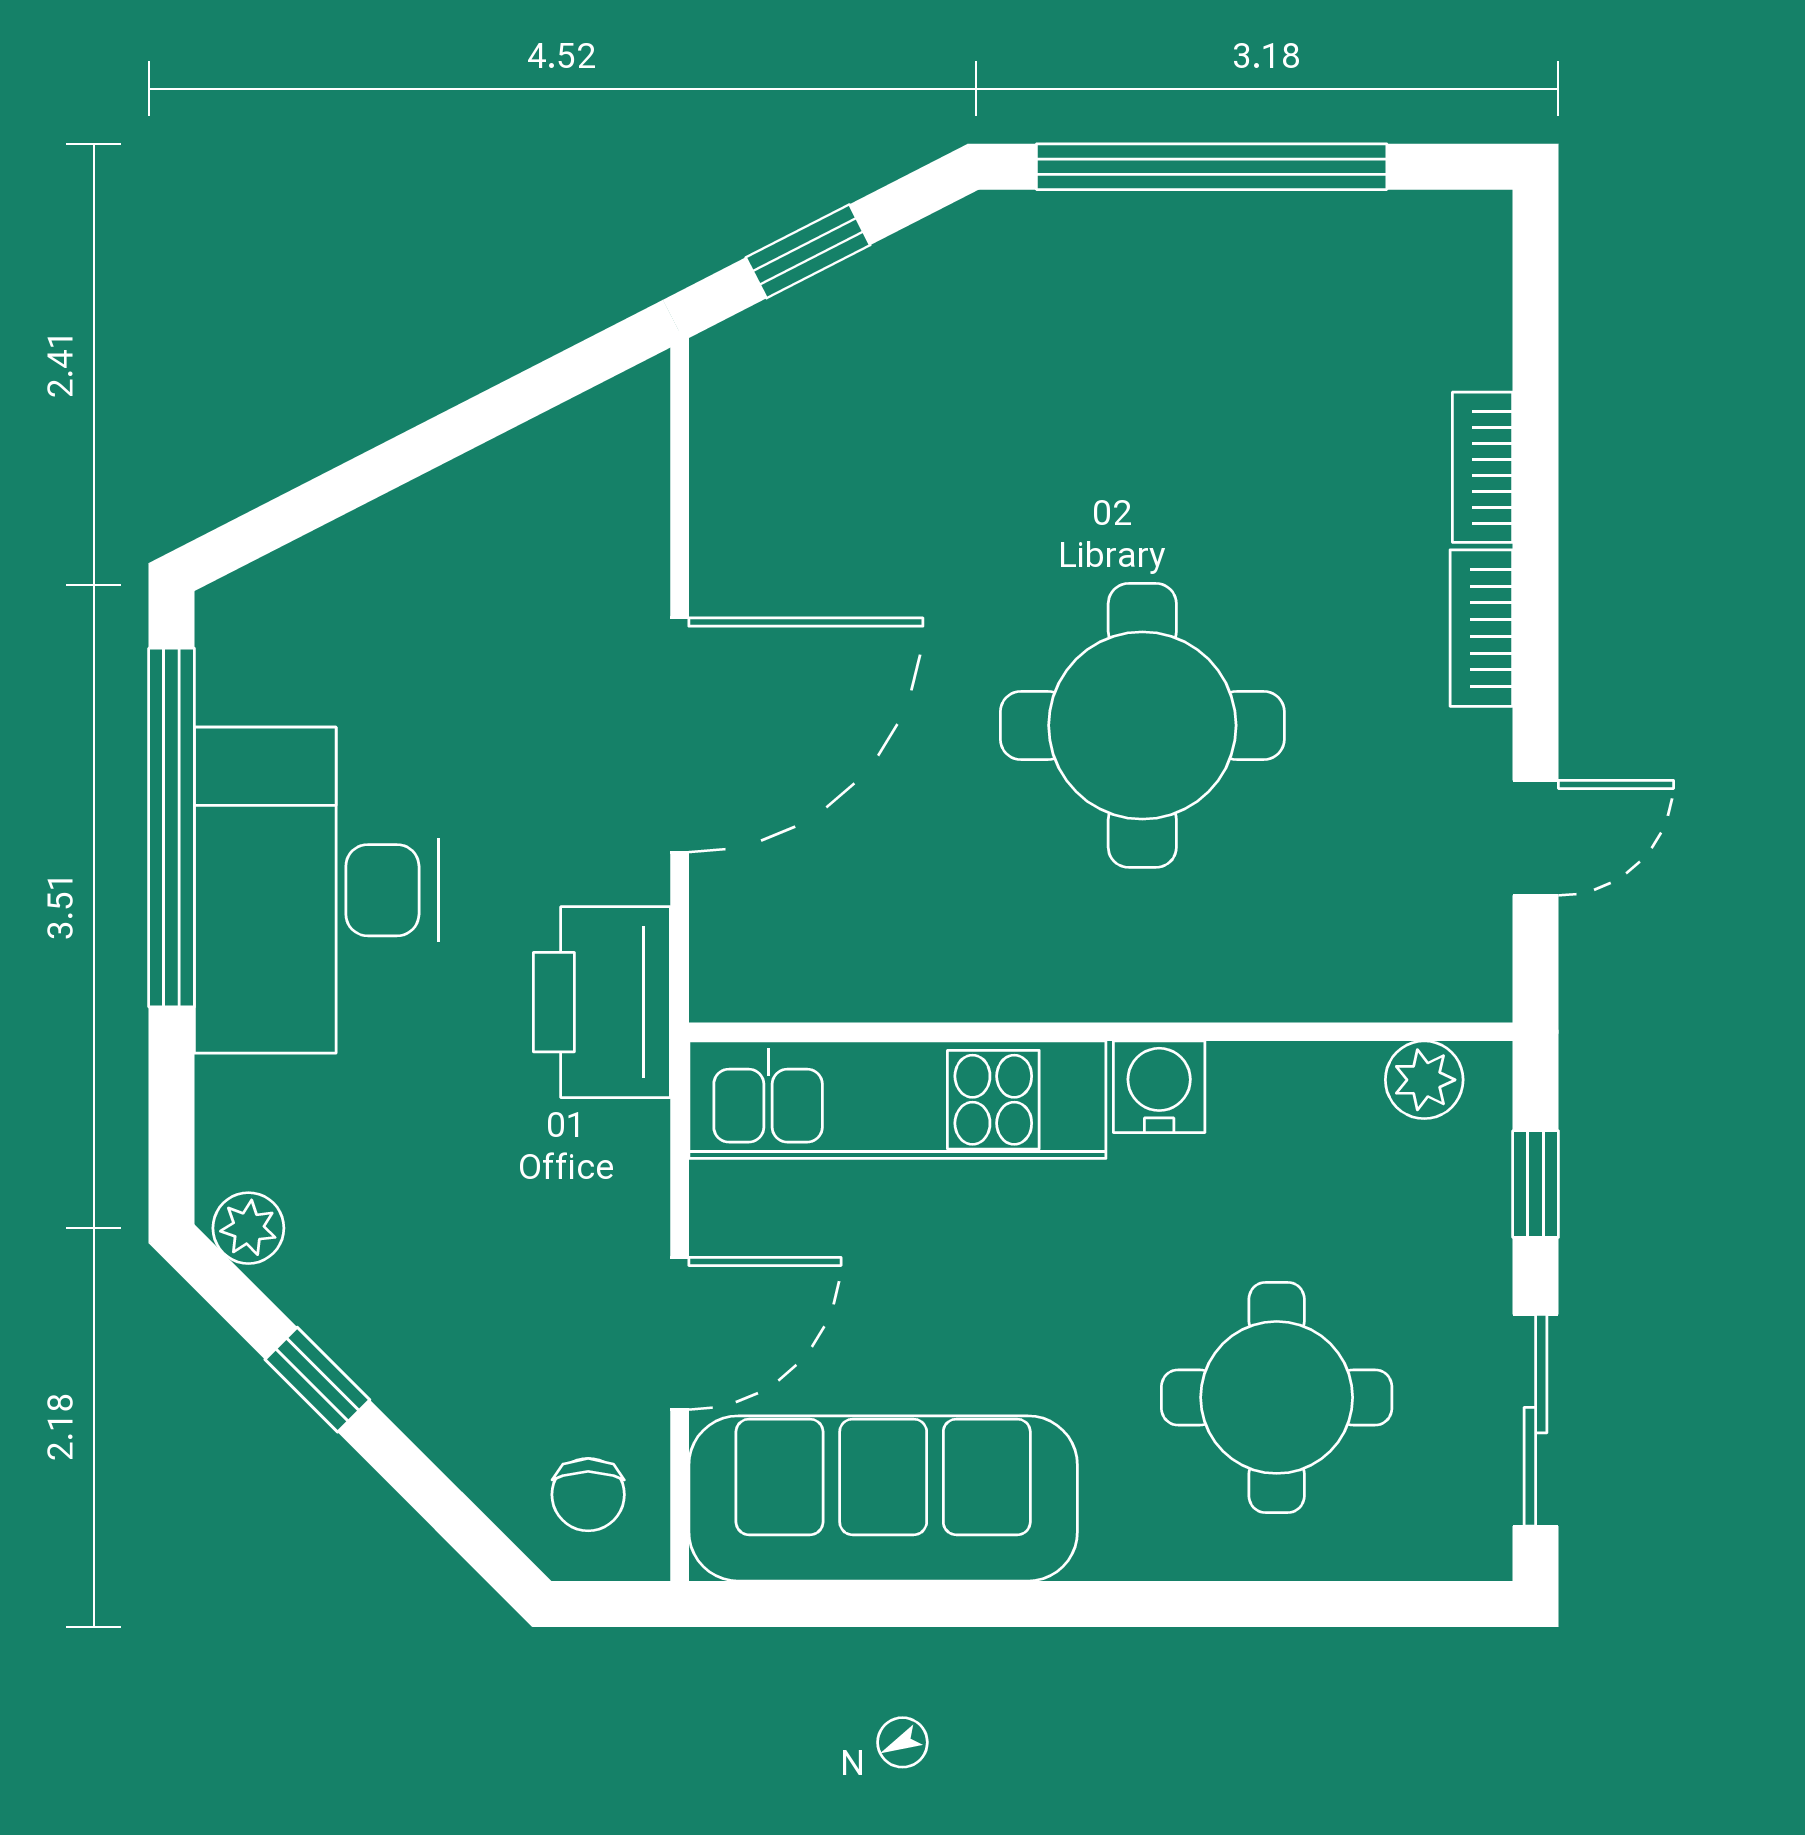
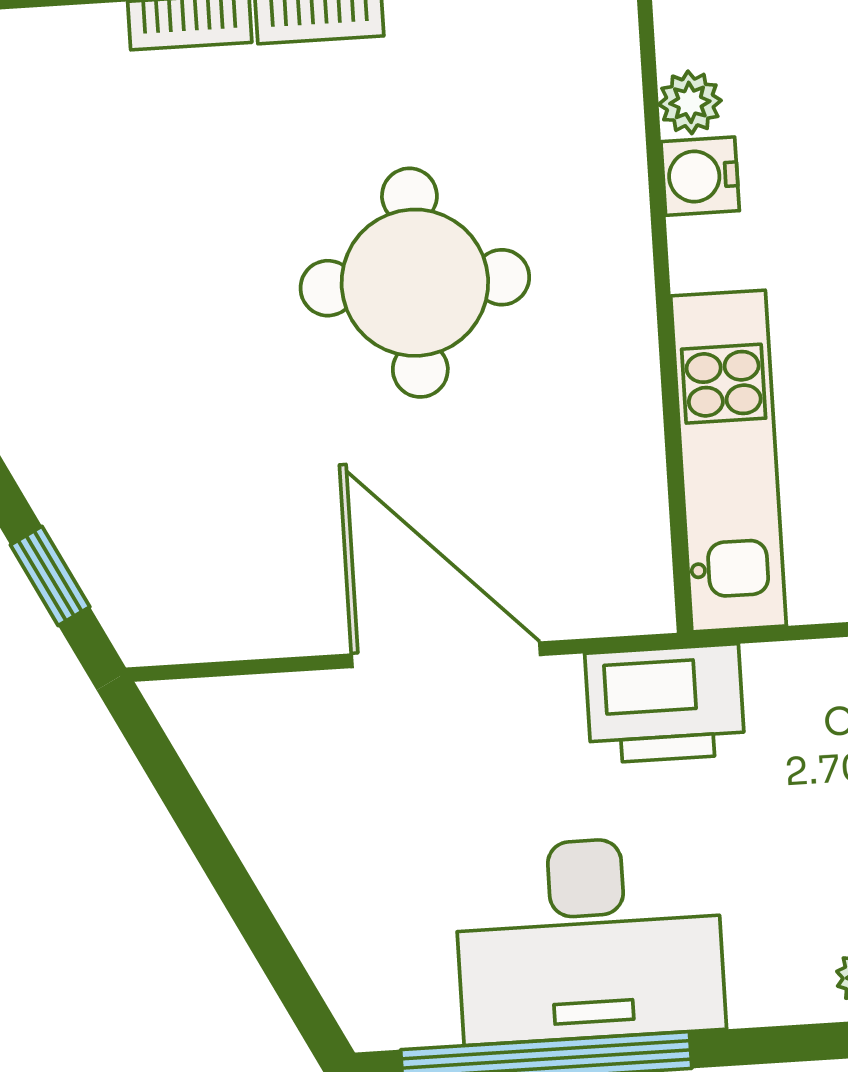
plant: (1424, 1080) -> (690, 102), moved
water cooler: (1159, 1087) -> (700, 176), moved

